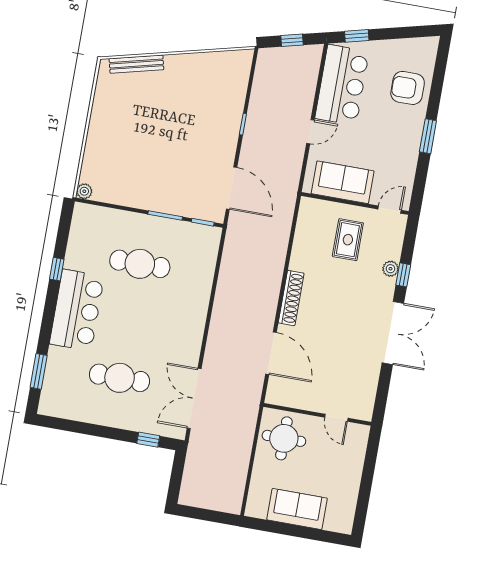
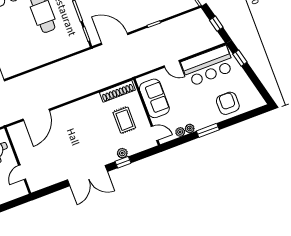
plant: (411, 159) -> (190, 128), added
plant: (408, 174) -> (180, 132), added
door: (232, 188) -> (115, 39), swing flipped
rug: (348, 240) -> (124, 120), turned 90
shoe rack: (291, 298) -> (117, 91), moved

